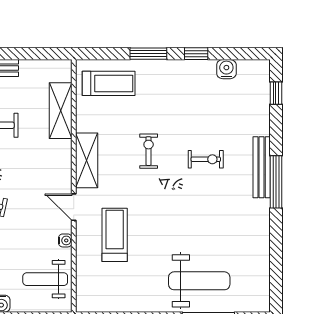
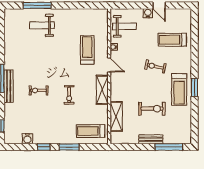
treadmill: (115, 235) -> (87, 50), turned 180
weight bench: (199, 281) -> (42, 25), width x0.73, depth x0.75

